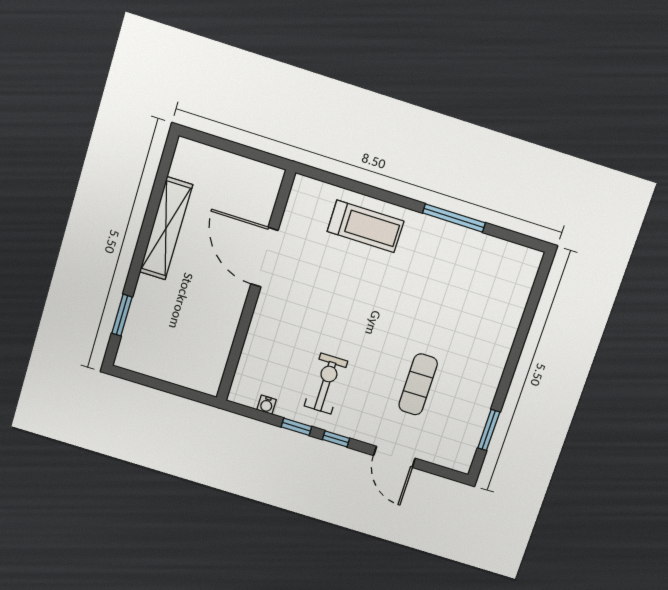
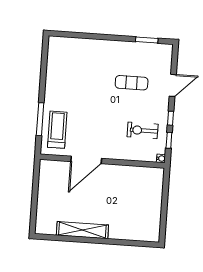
window: (454, 218) -> (40, 119), moved
door: (265, 257) -> (86, 160), moved
wall: (256, 287) -> (102, 161), moved
window: (122, 315) -> (132, 243), removed

